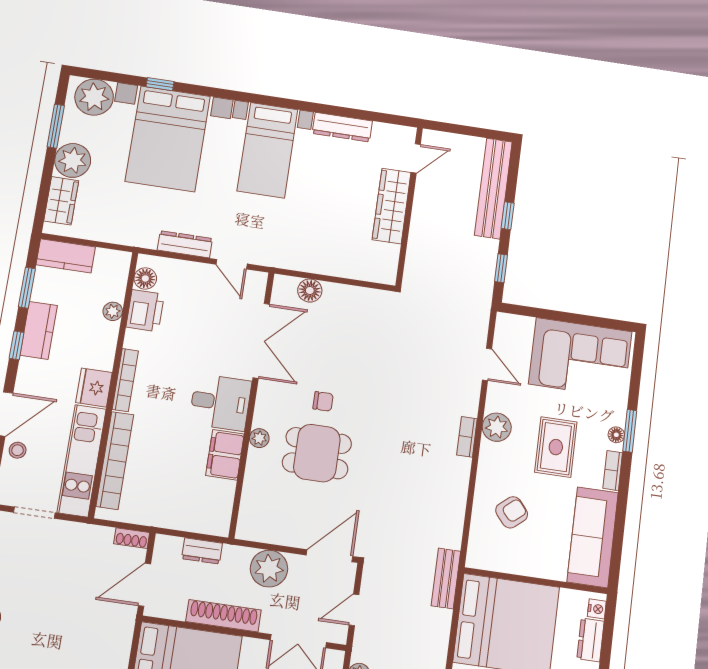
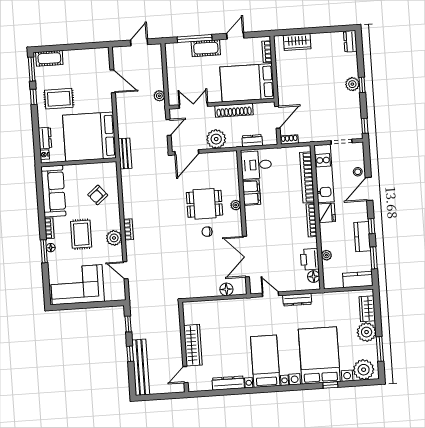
desk: (220, 402) -> (256, 165), moved

